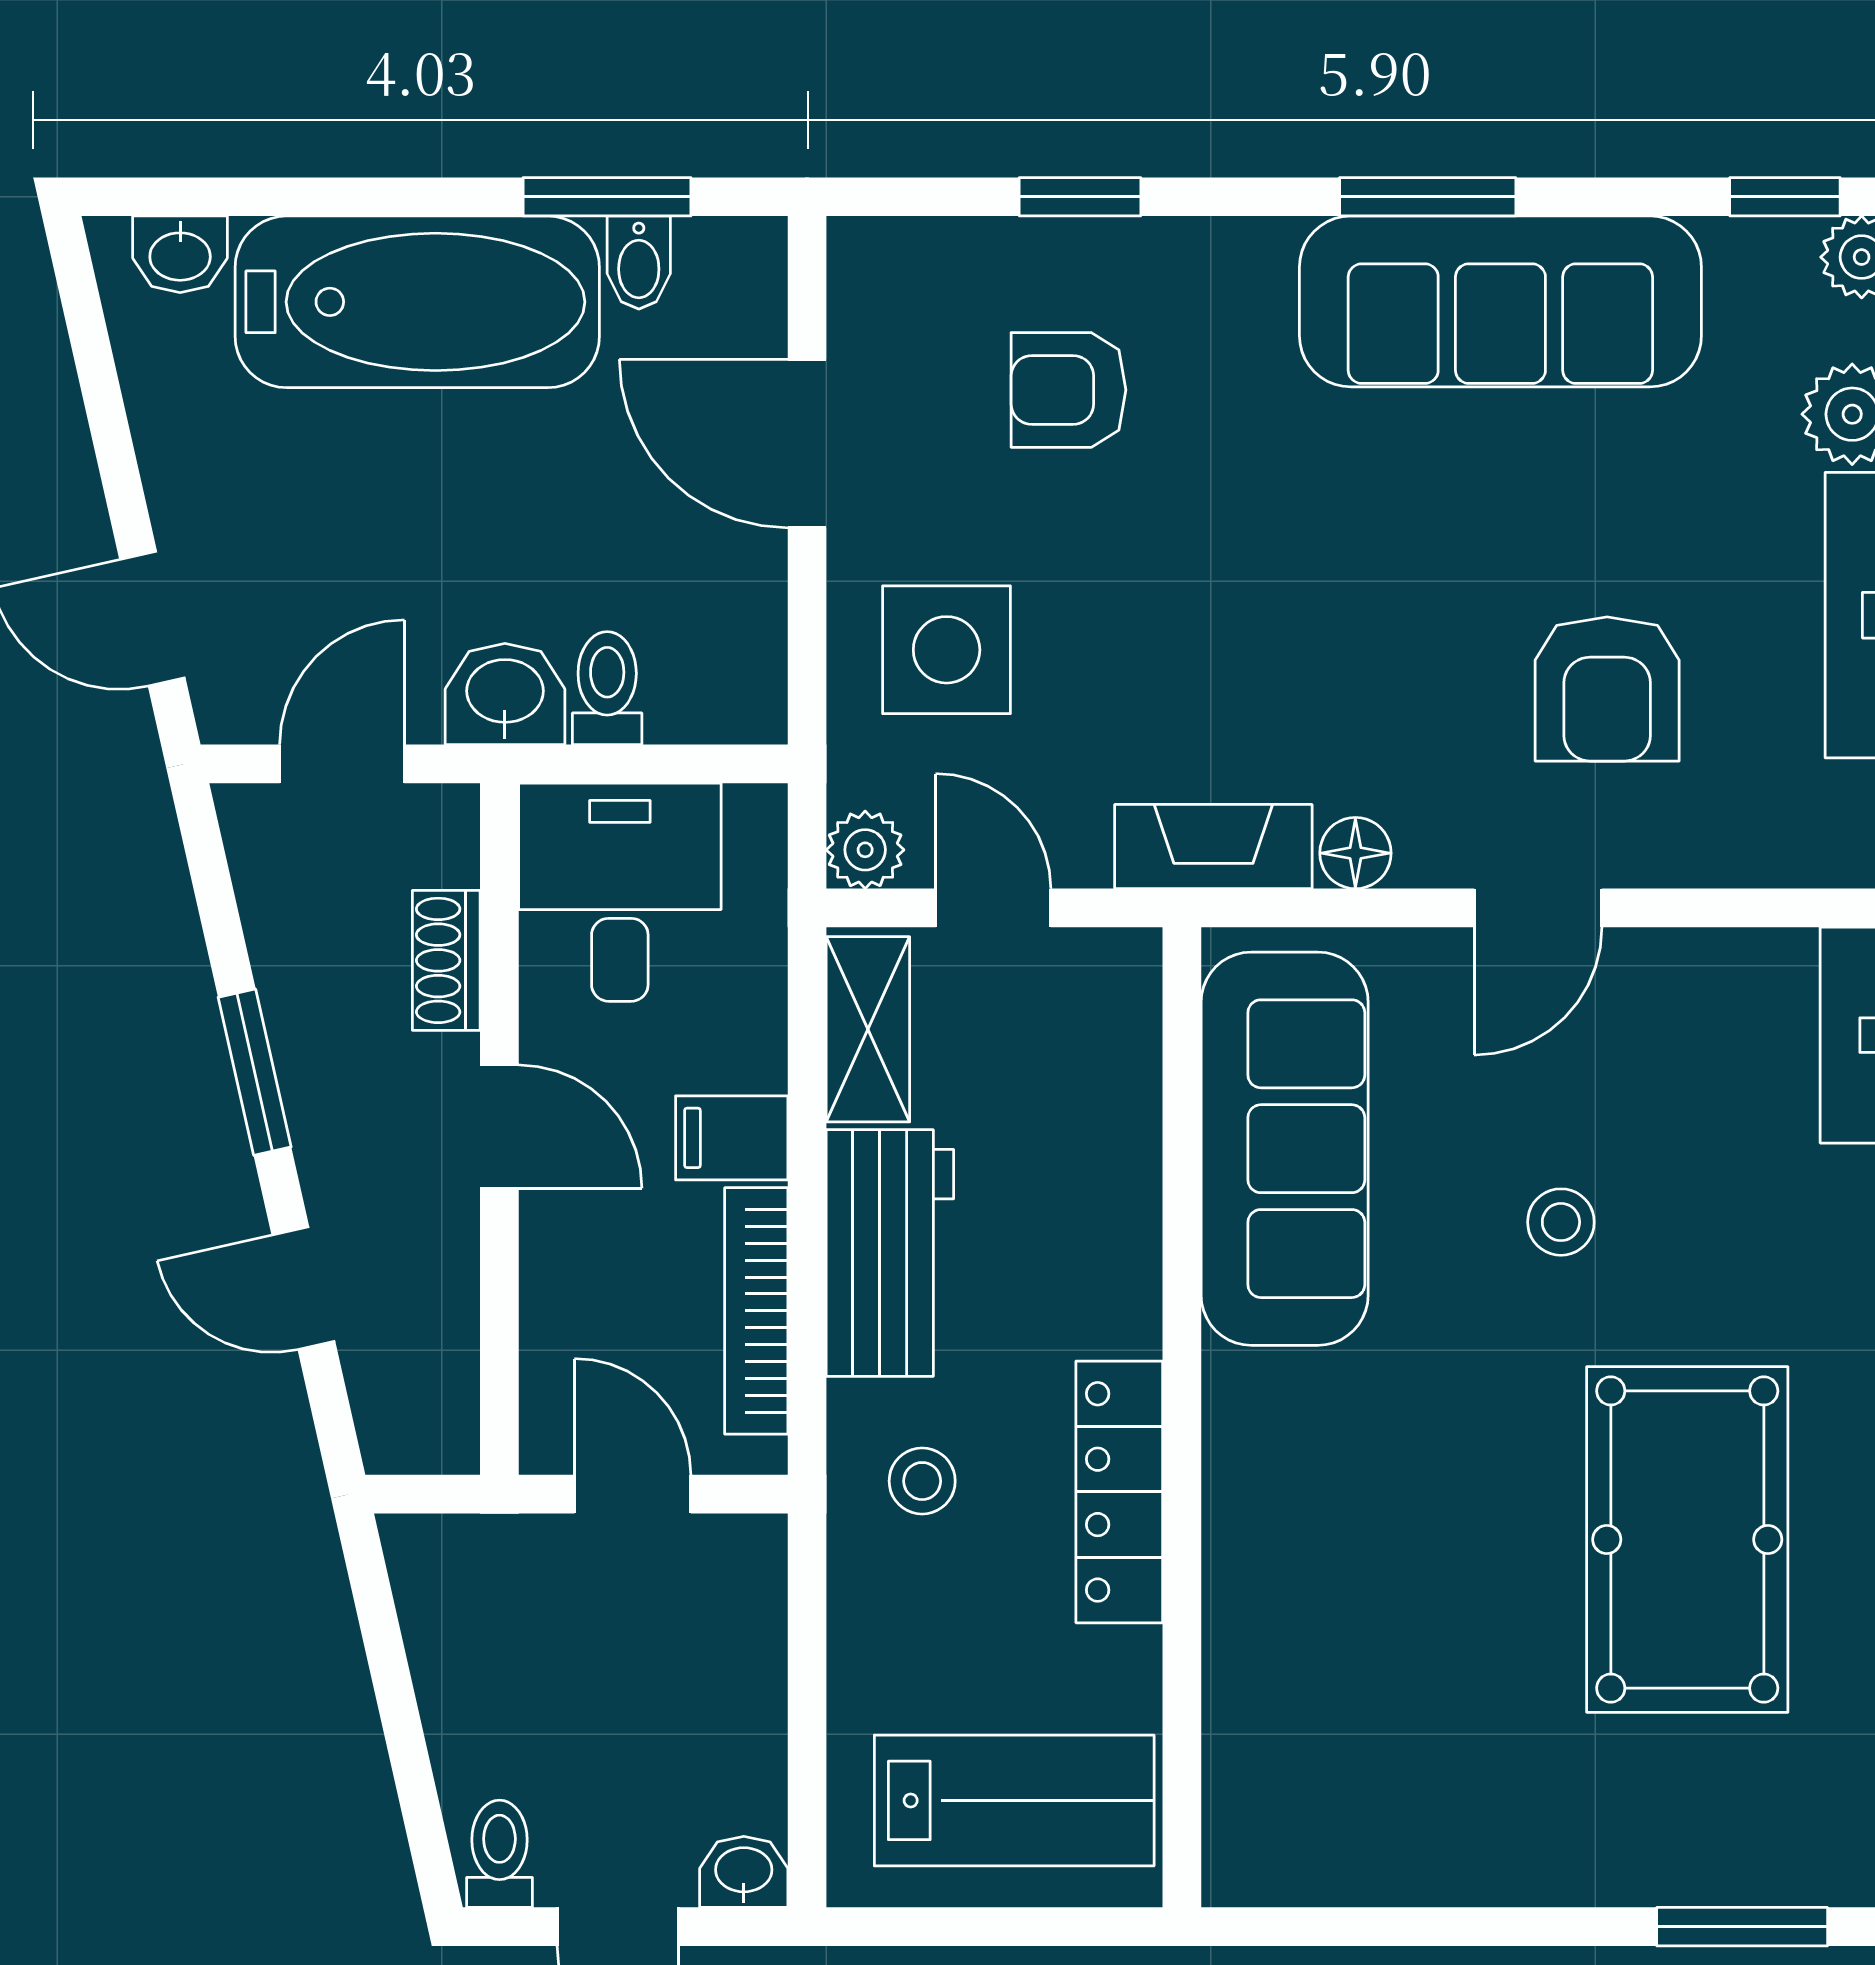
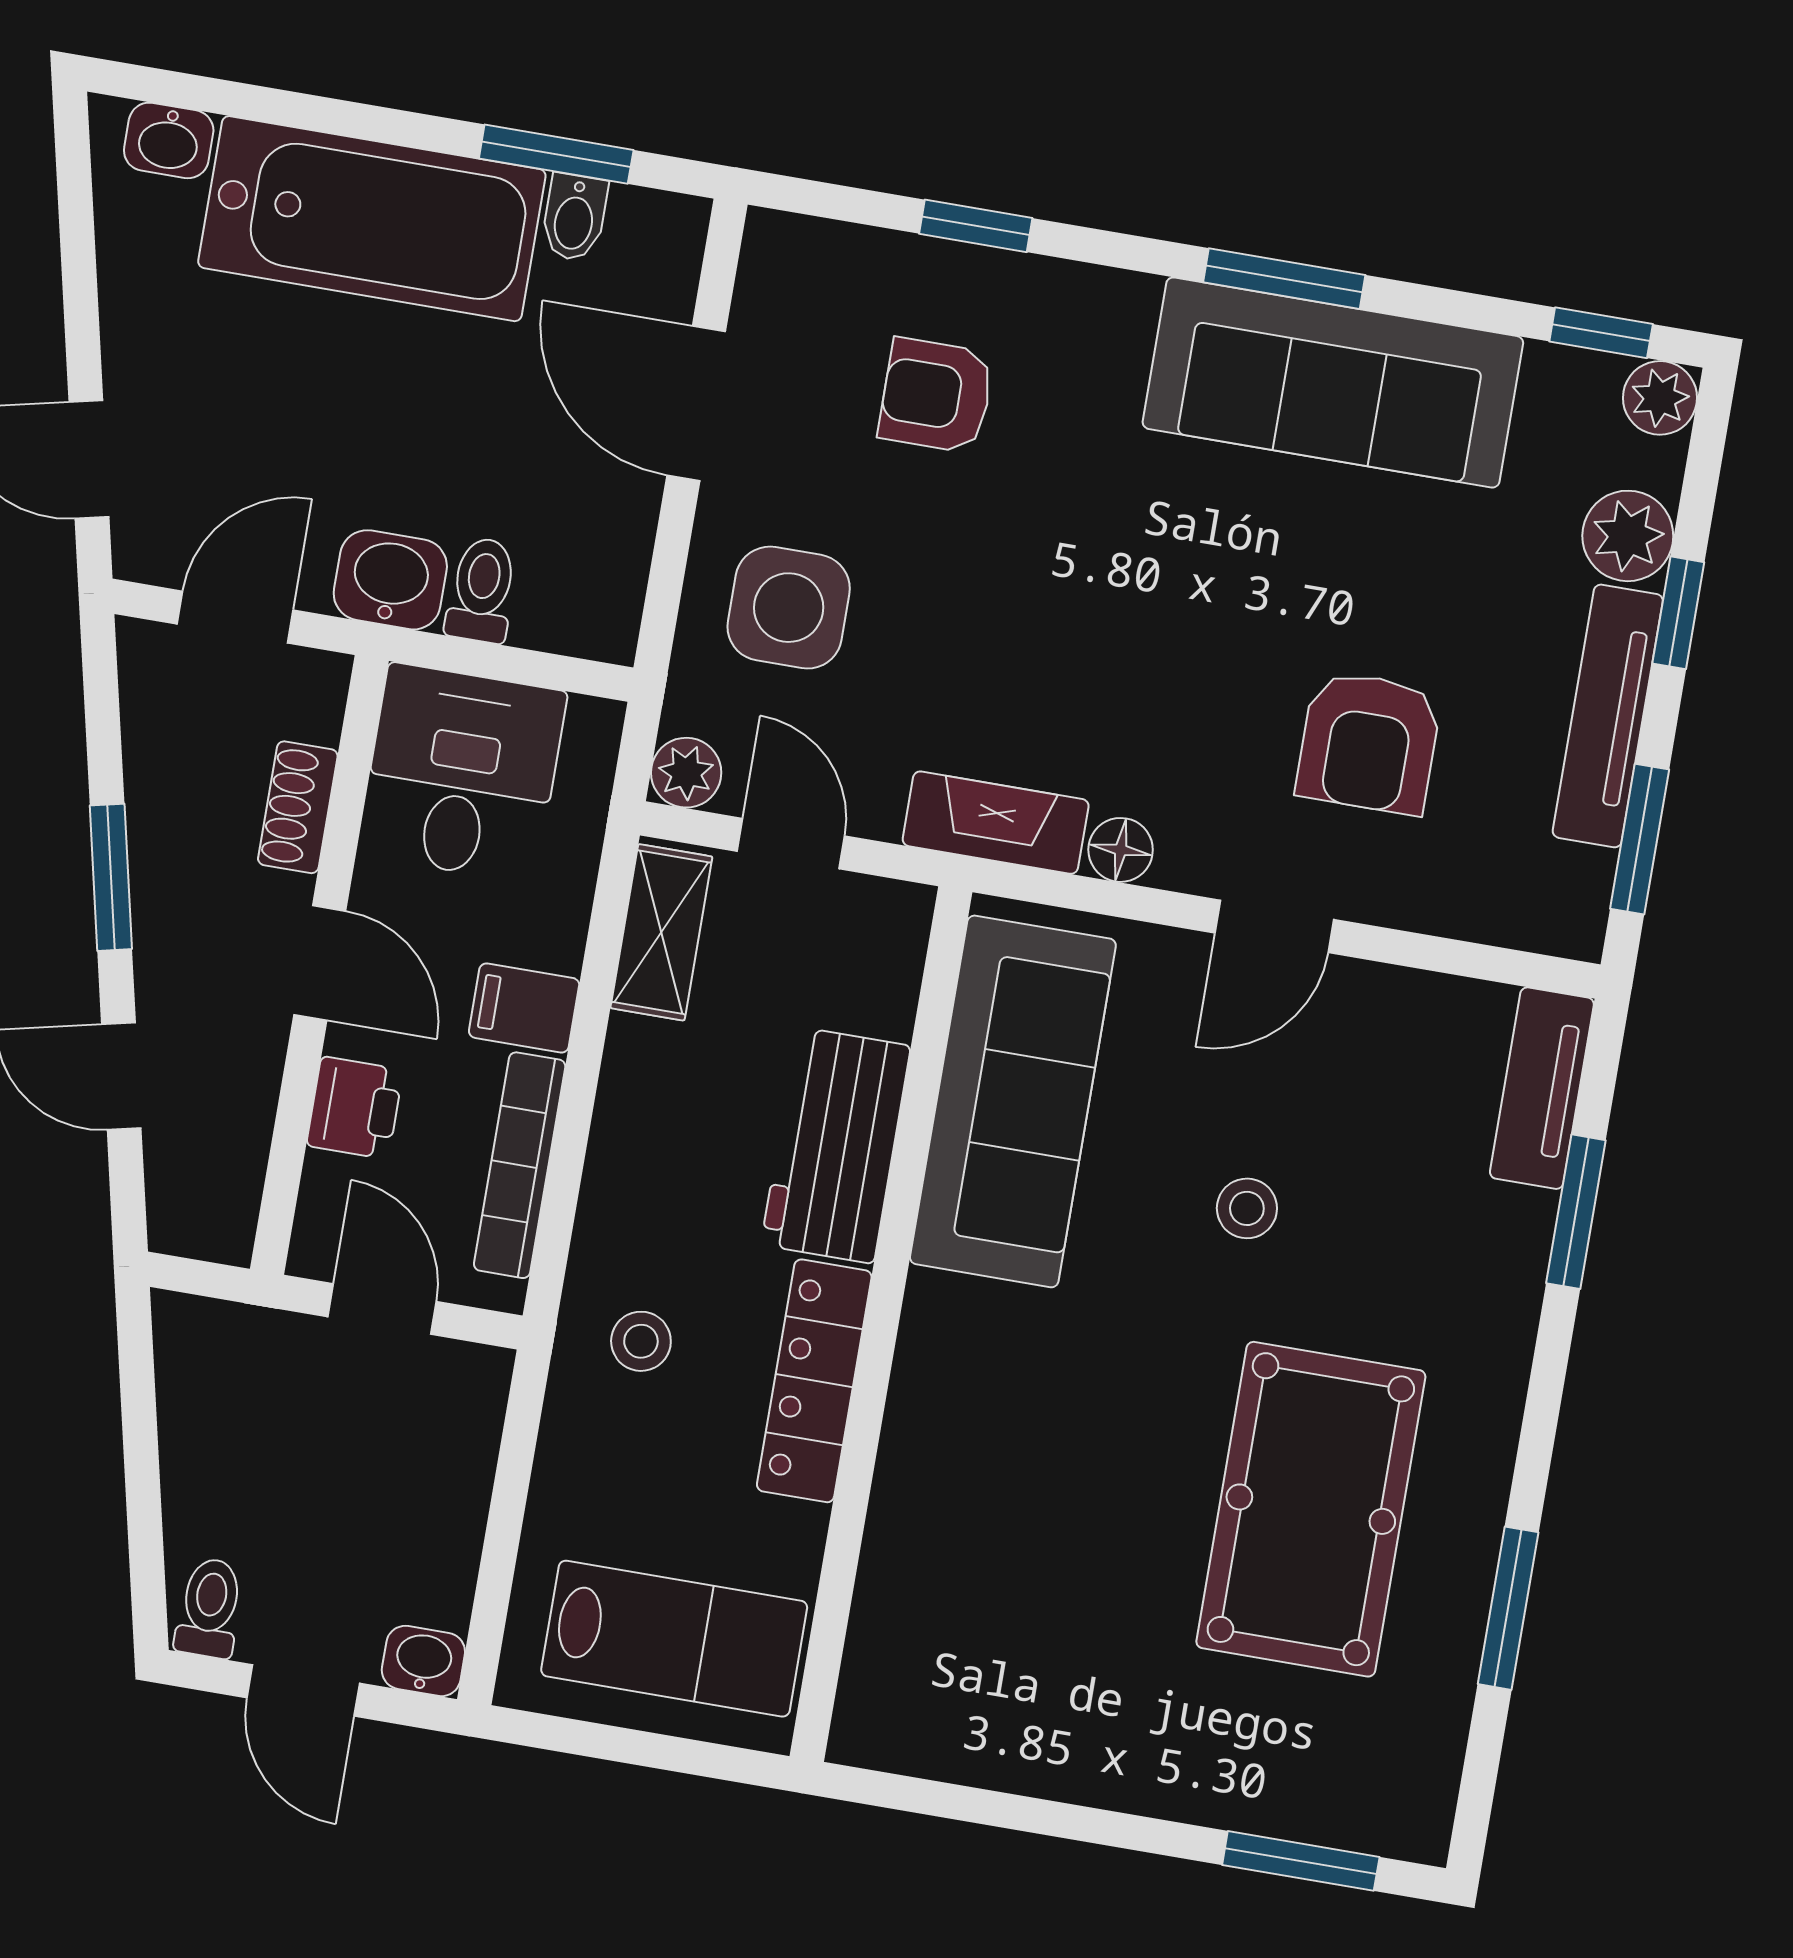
workbench: (890, 1253) -> (836, 1145), moved, turned 180
printer: (565, 1279) -> (355, 1108), added

